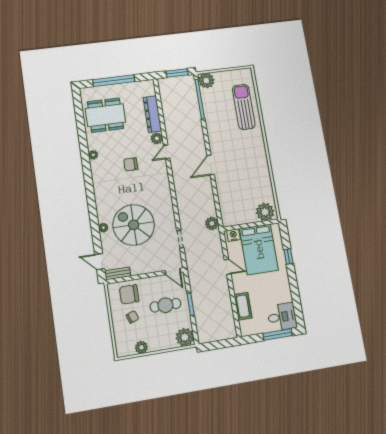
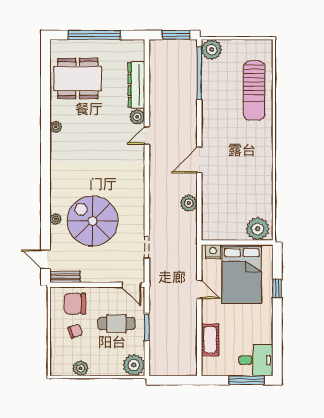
sun lounger: (244, 107) -> (254, 91), turned 180
chair: (131, 164) -> (100, 145), removed
plant: (212, 223) -> (189, 203), moved

